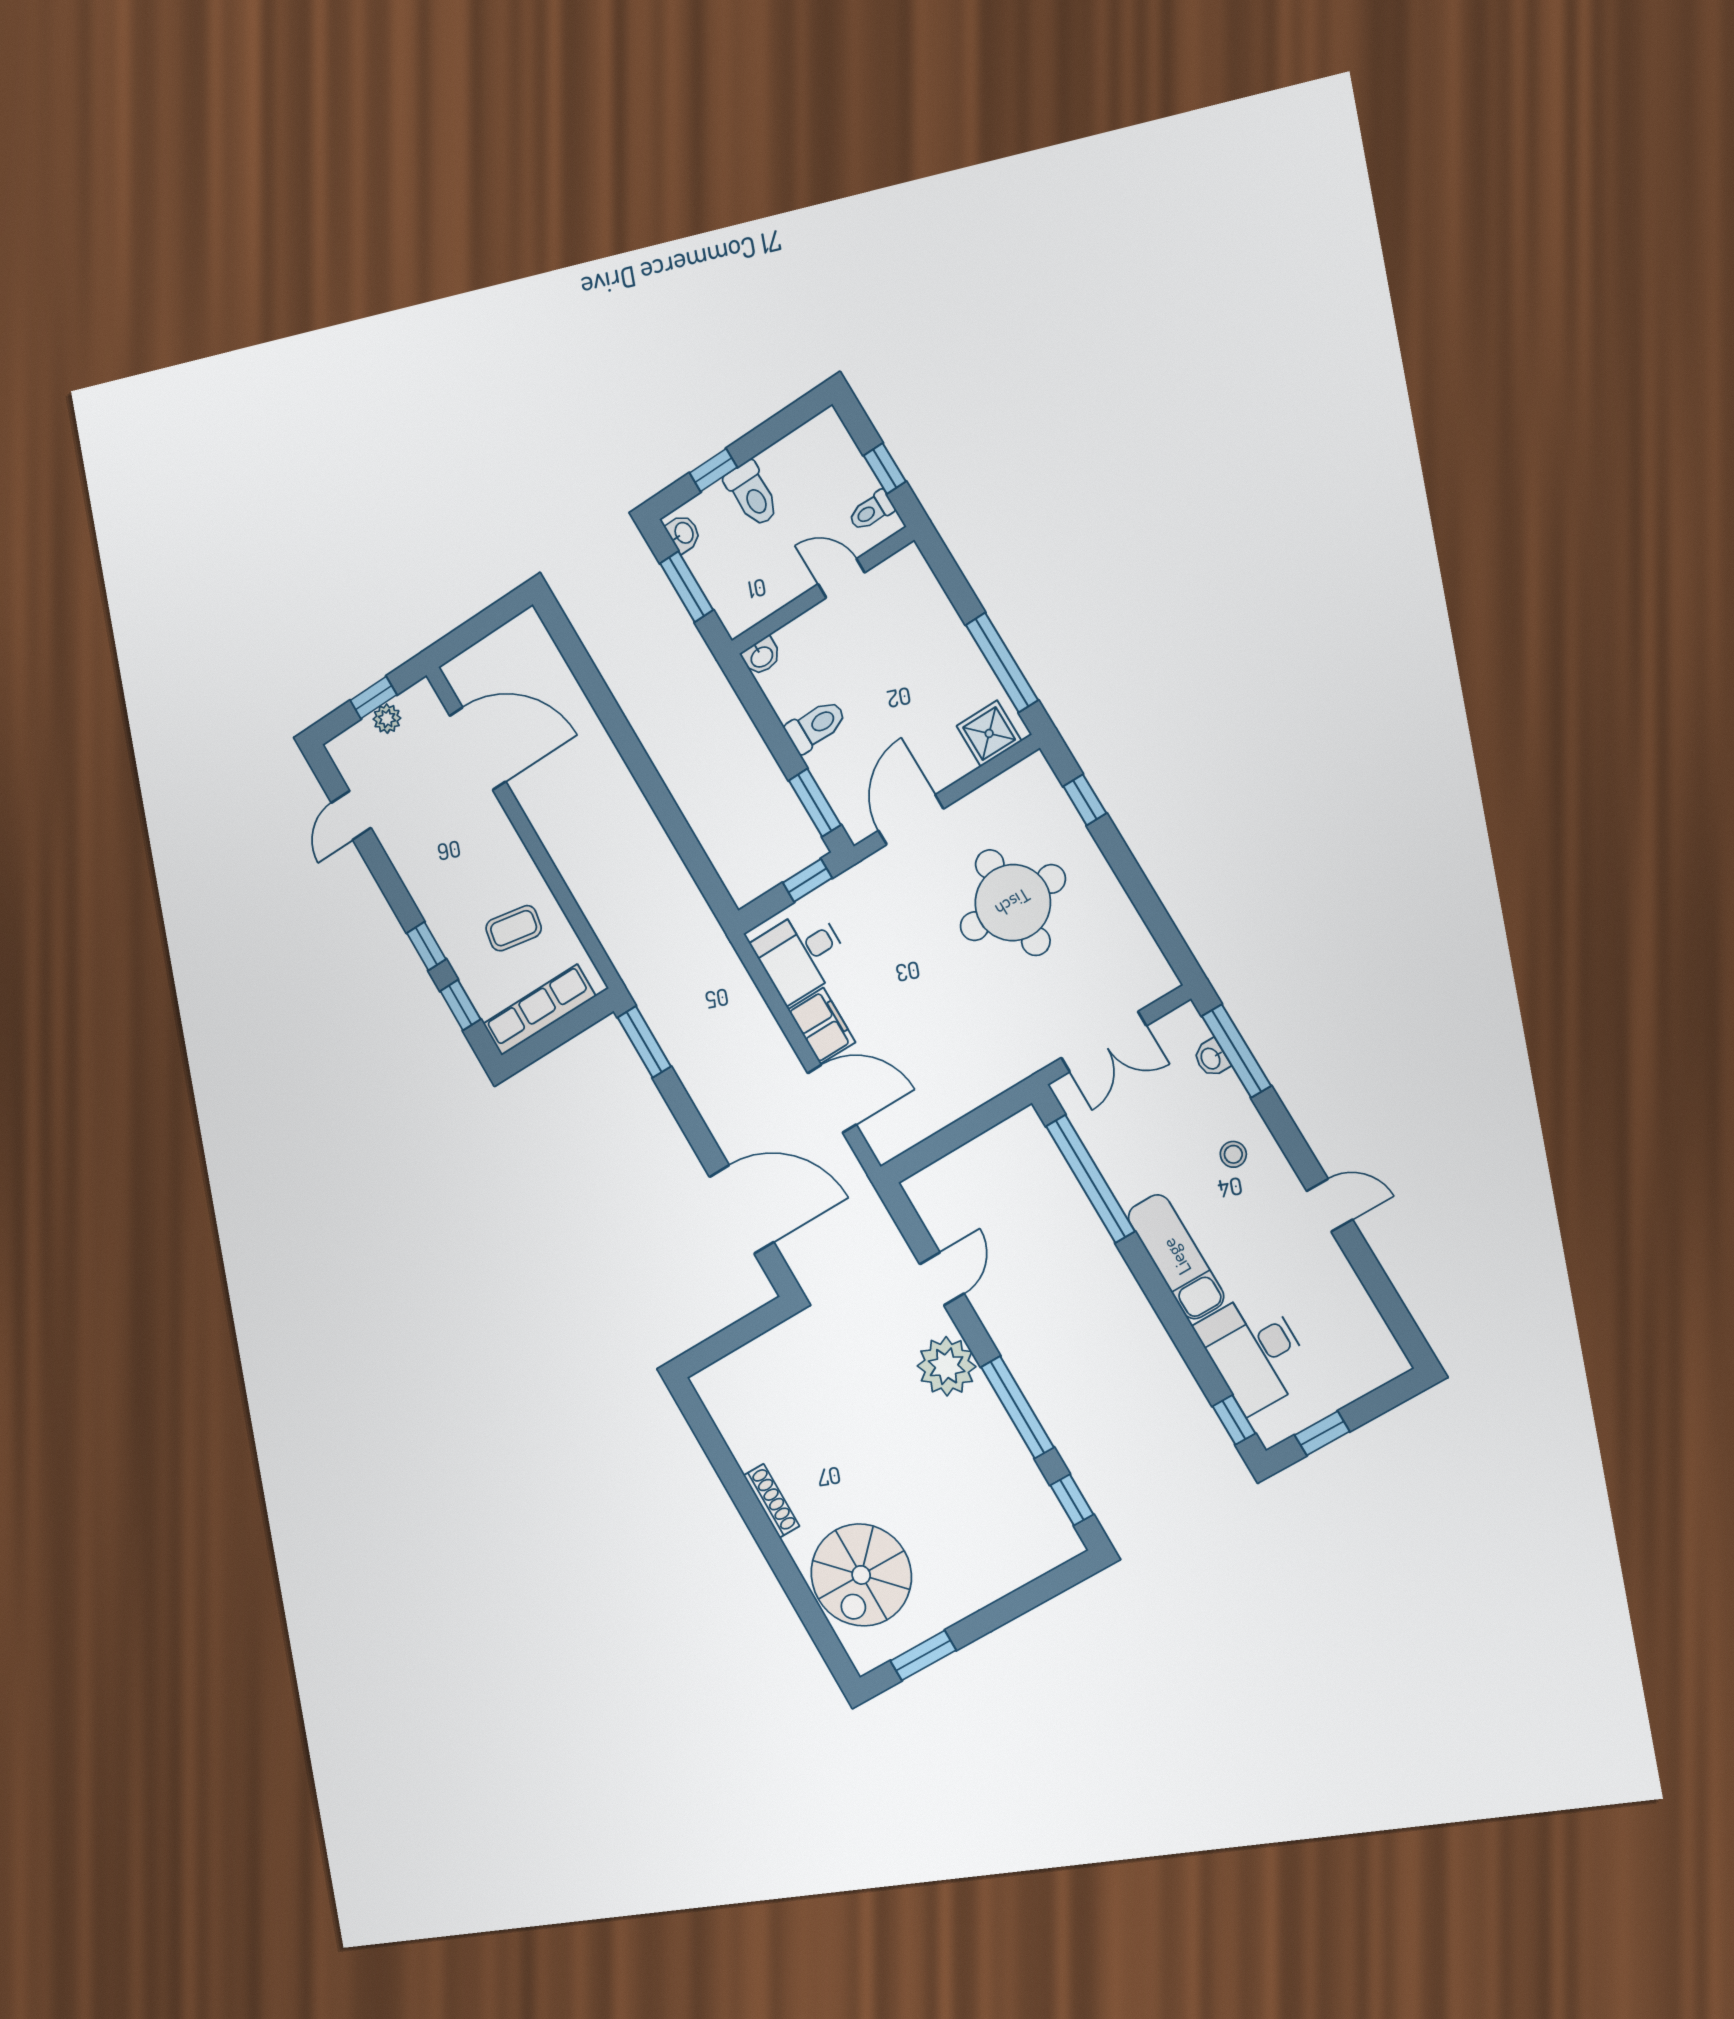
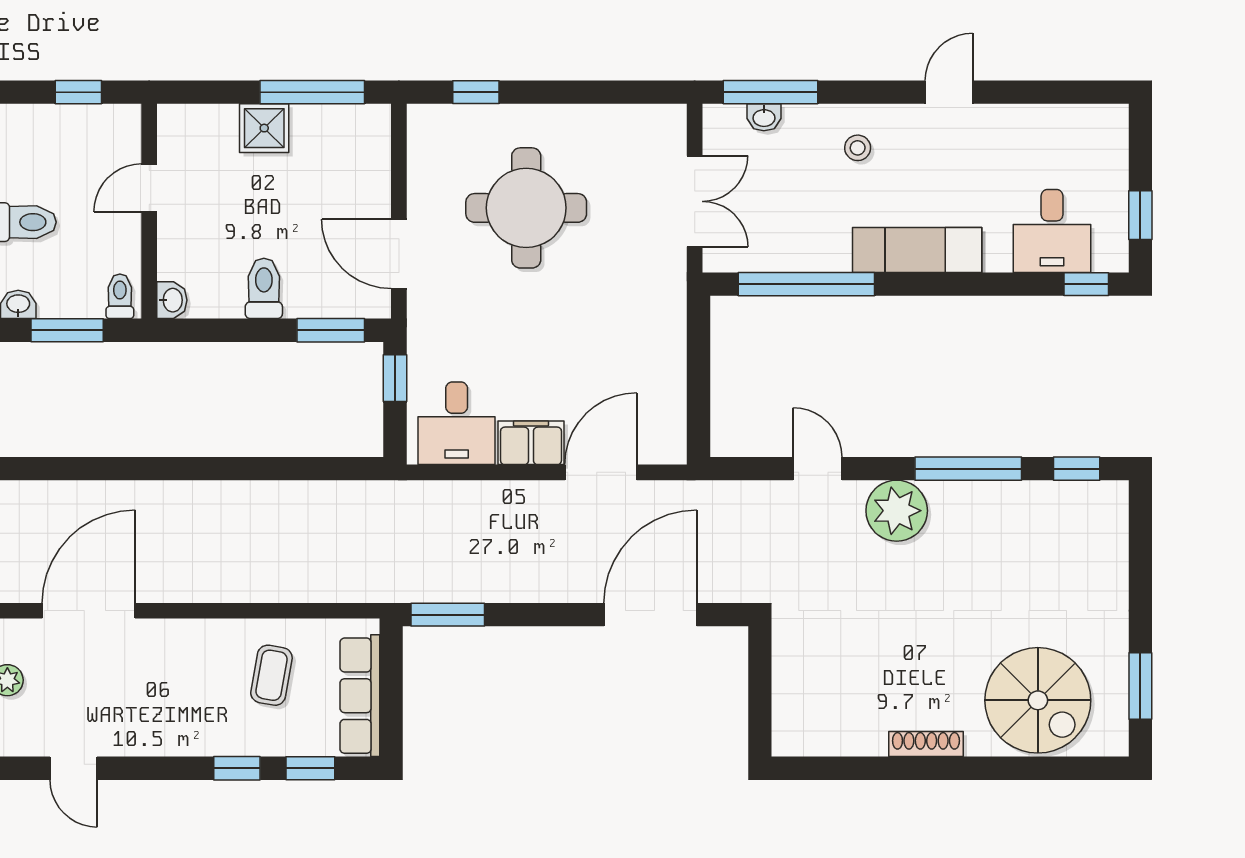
toilet: (871, 511) -> (120, 296), moved, turned 180
shower: (989, 733) -> (264, 128), moved
desk: (1255, 1352) -> (1052, 231), width x0.73

